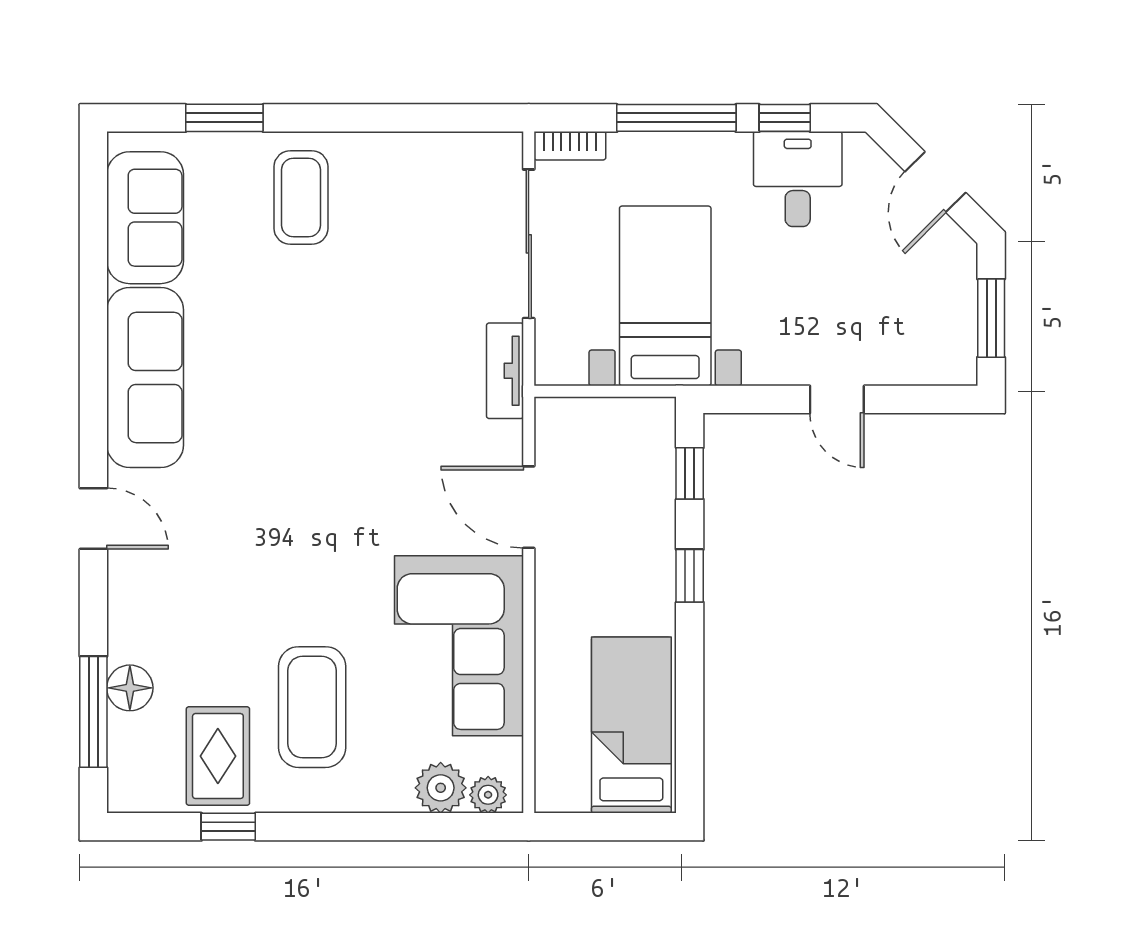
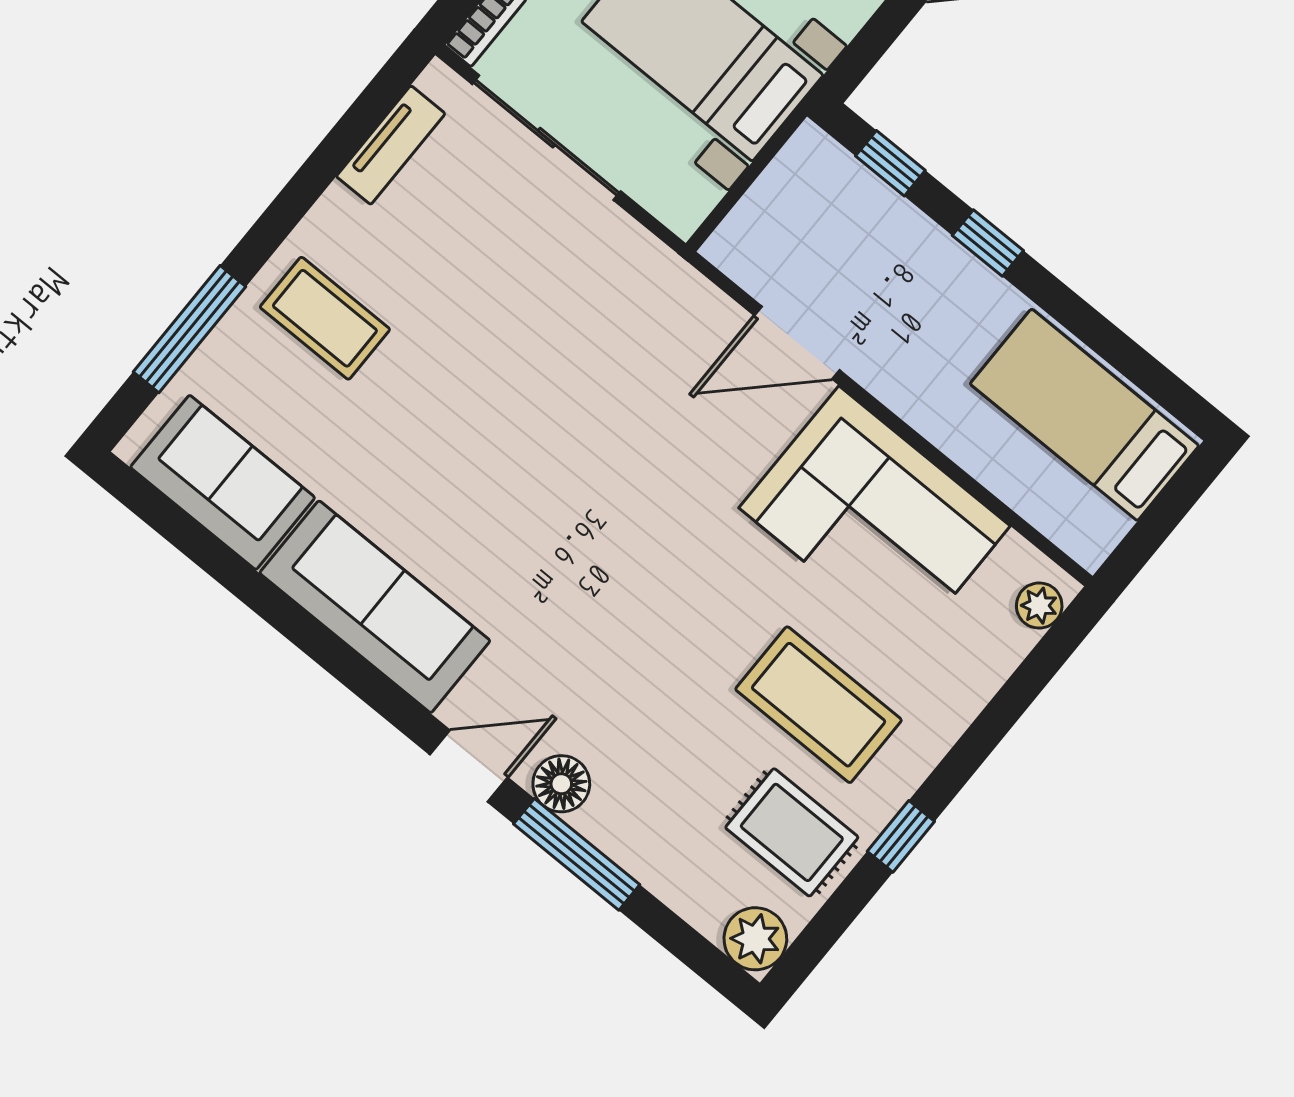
window: (224, 118) -> (189, 329), width x1.44
tv unit: (505, 371) -> (391, 145), moved, turned -90
floor lamp: (130, 688) -> (561, 784), moved
window: (93, 712) -> (577, 854), moved
plant: (441, 788) -> (755, 939), moved
window: (228, 827) -> (901, 836), moved

